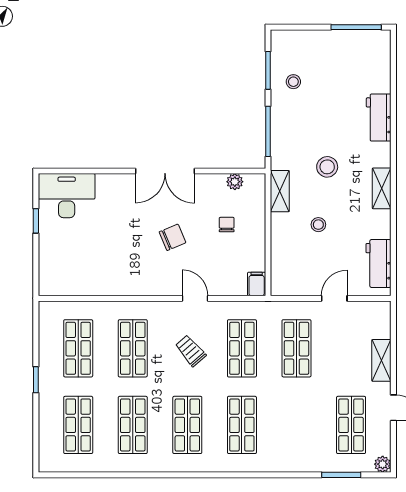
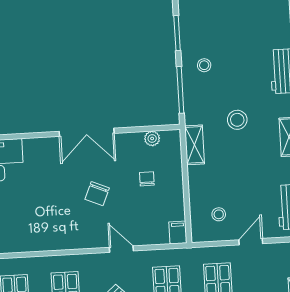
stool: (293, 82) -> (204, 65), moved
stool: (318, 225) -> (219, 214), moved
chair: (172, 237) -> (97, 194), turned 136

